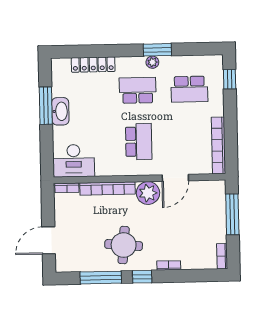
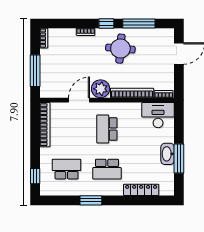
plant: (152, 62) -> (95, 191), removed

